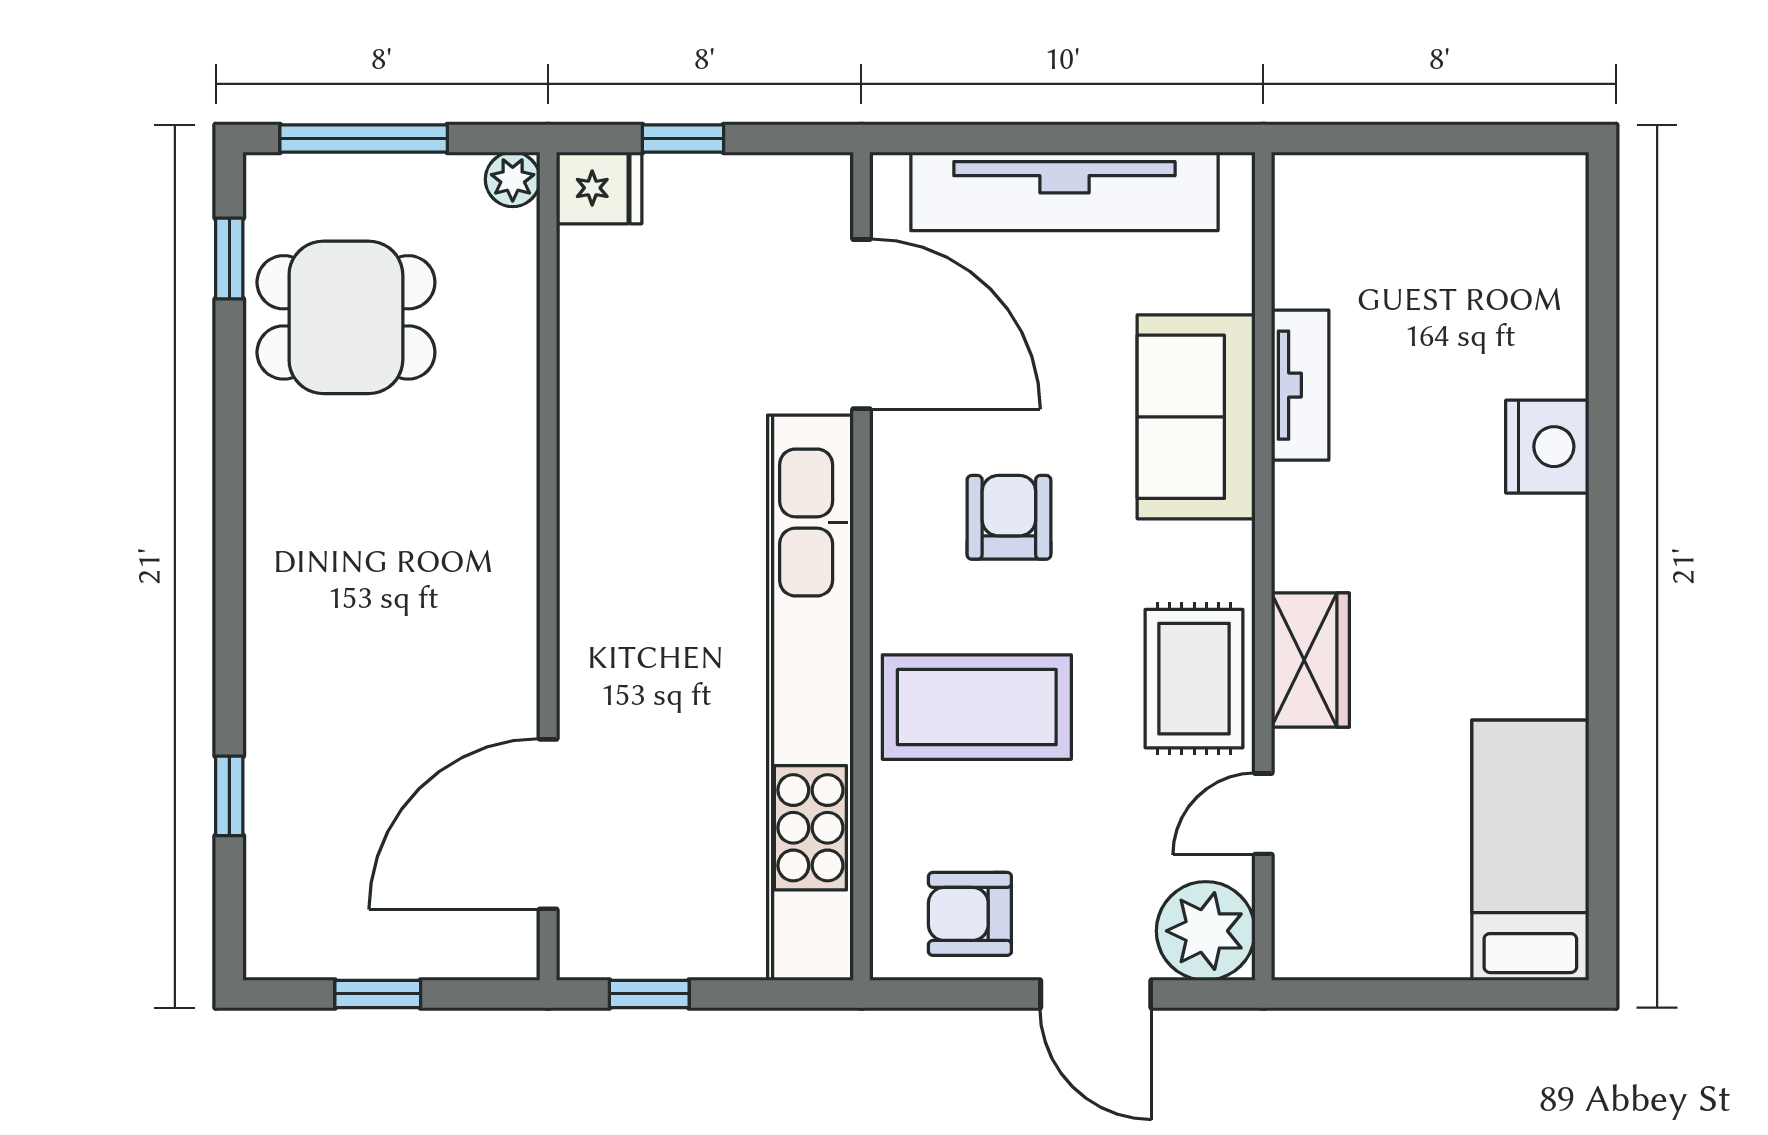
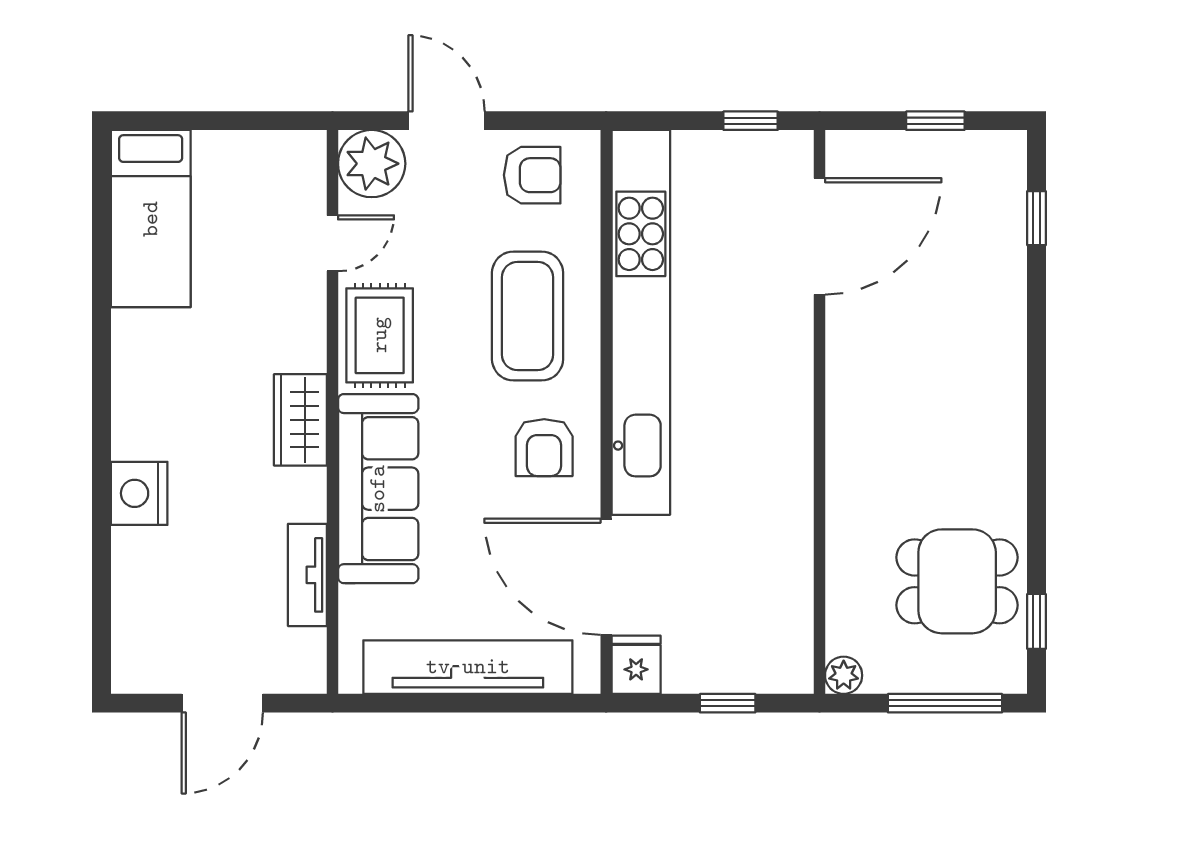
door: (1425, 138) -> (222, 703), added
fridge: (599, 188) -> (636, 665), moved, turned 90
tv unit: (1300, 385) -> (307, 575), moved
sofa: (1196, 417) -> (378, 489), width x1.36
armchair: (1009, 517) -> (544, 448), moved
wardrobe: (1310, 660) -> (300, 420), moved
coffee table: (977, 707) -> (528, 316), turned 90
window: (229, 796) -> (1036, 218), moved

